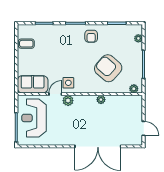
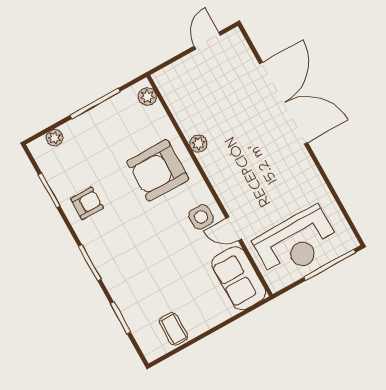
armchair: (91, 36) -> (87, 203), moved
armchair: (108, 68) -> (158, 170), moved, turned 49
plant: (68, 101) -> (232, 200), removed

